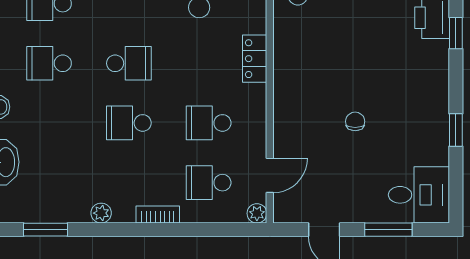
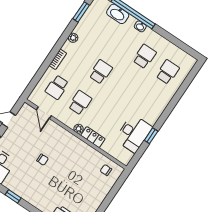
school desk: (129, 63) -> (124, 87), removed
school desk: (209, 183) -> (57, 87), turned 180
plant: (257, 213) -> (79, 129), moved

